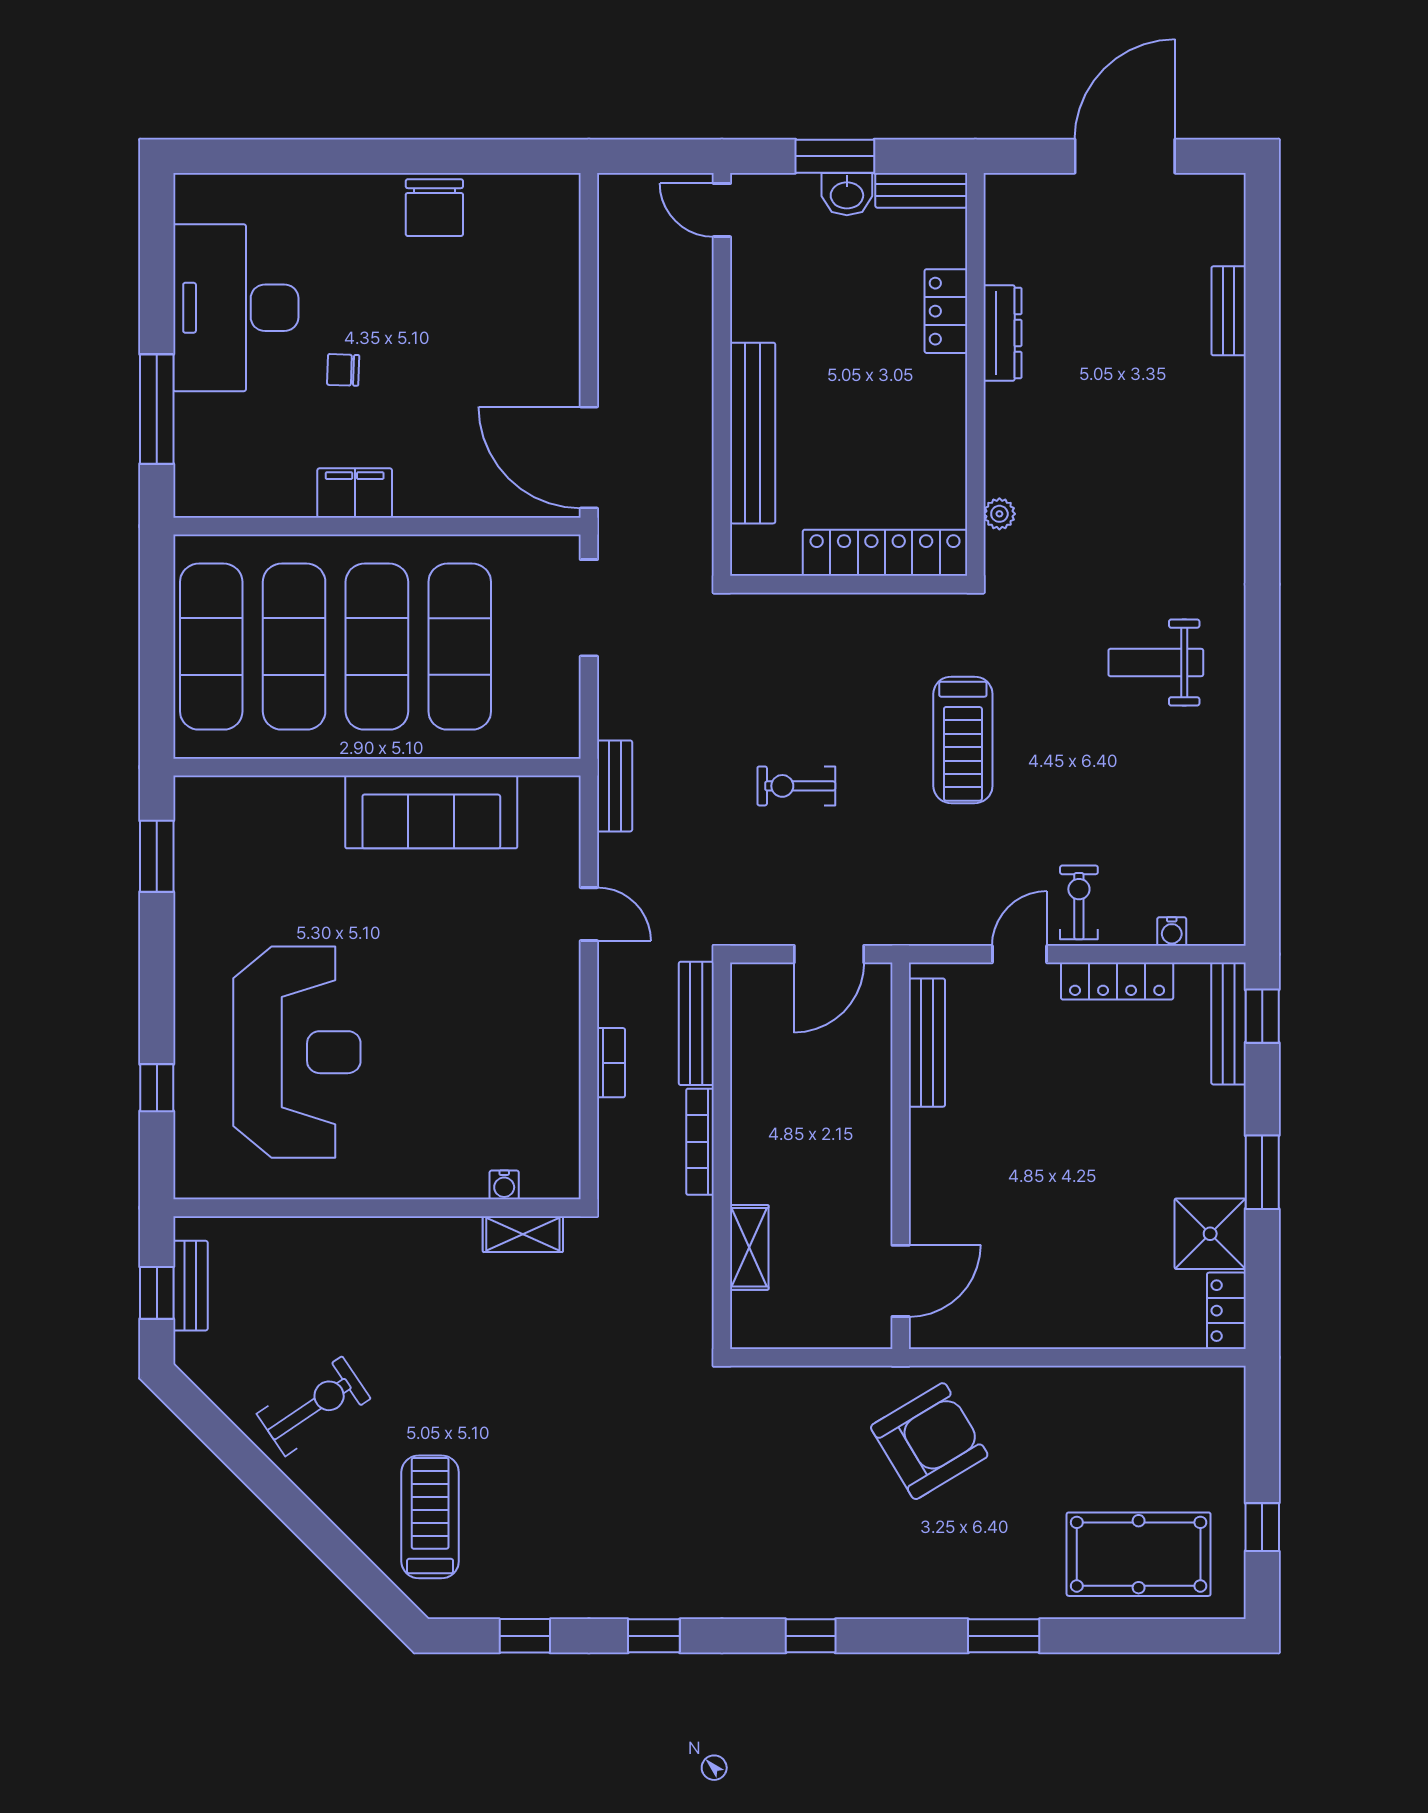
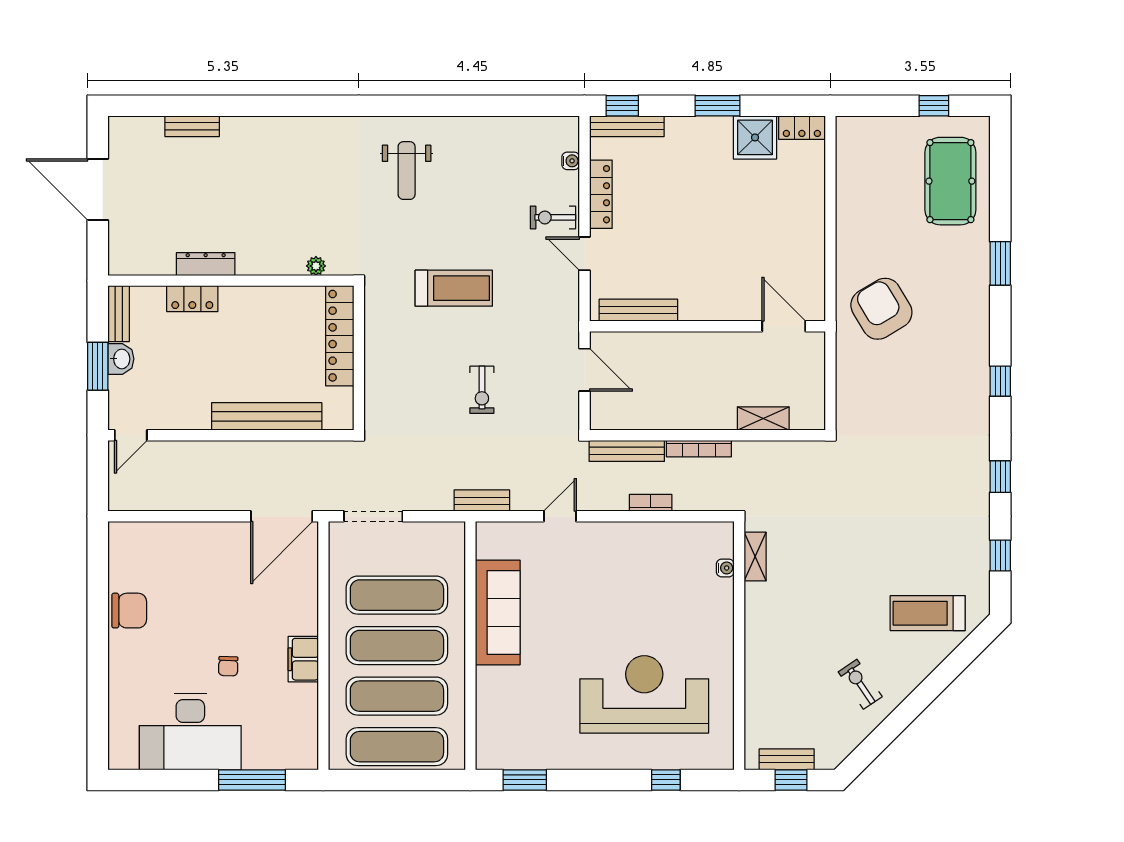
exercise bike: (314, 1406) -> (860, 684), width x0.73, depth x0.72

